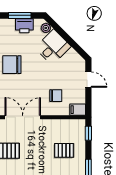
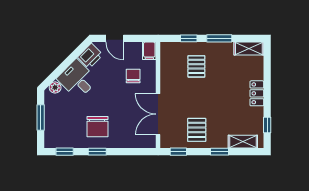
printer: (24, 26) -> (90, 56), moved, turned 45
door: (88, 80) -> (115, 38), swing flipped
window: (88, 133) -> (189, 38), moved

